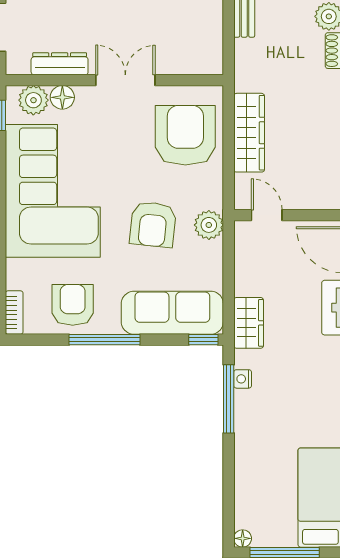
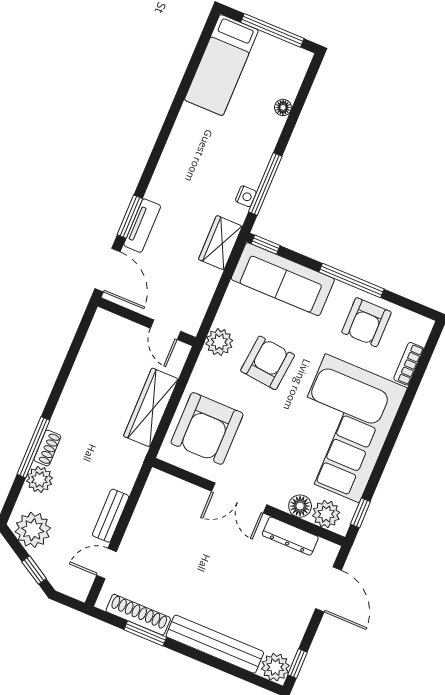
bookcase: (14, 313) -> (409, 364), moved
floor lamp: (243, 538) -> (283, 107), moved

